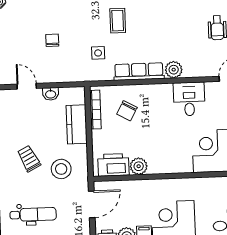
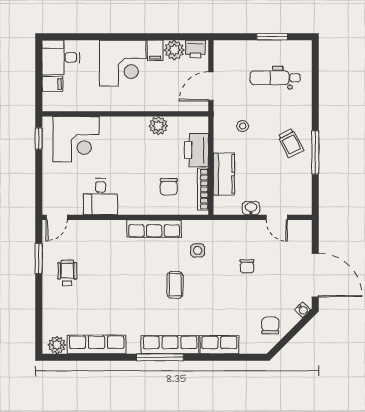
plant: (174, 70) -> (116, 229), removed
chair: (127, 111) -> (169, 187), turned 151
trolley: (29, 159) -> (291, 143), moved
printer: (113, 165) -> (196, 150), moved, turned 90
stool: (61, 169) -> (243, 126), width x0.53, depth x0.53

